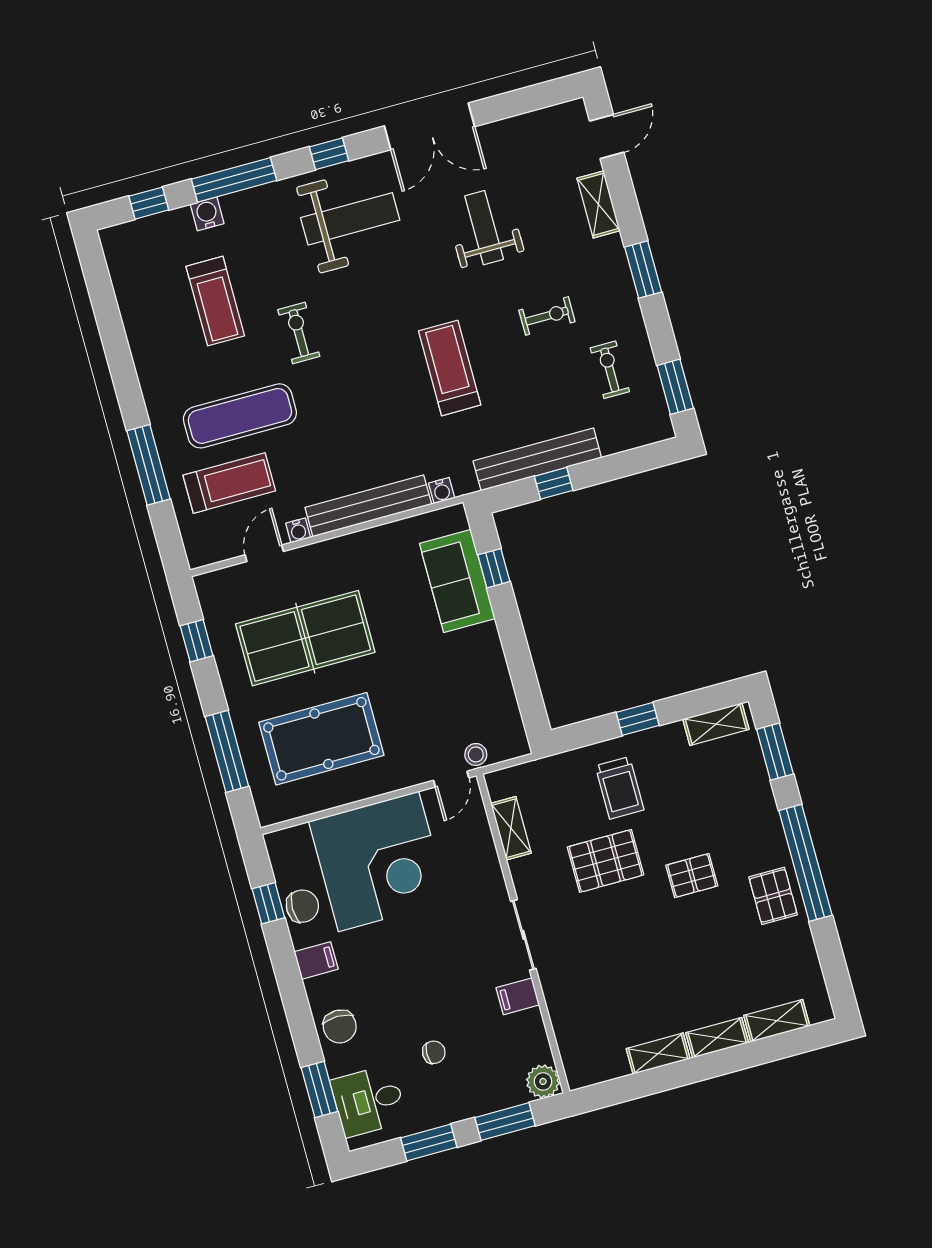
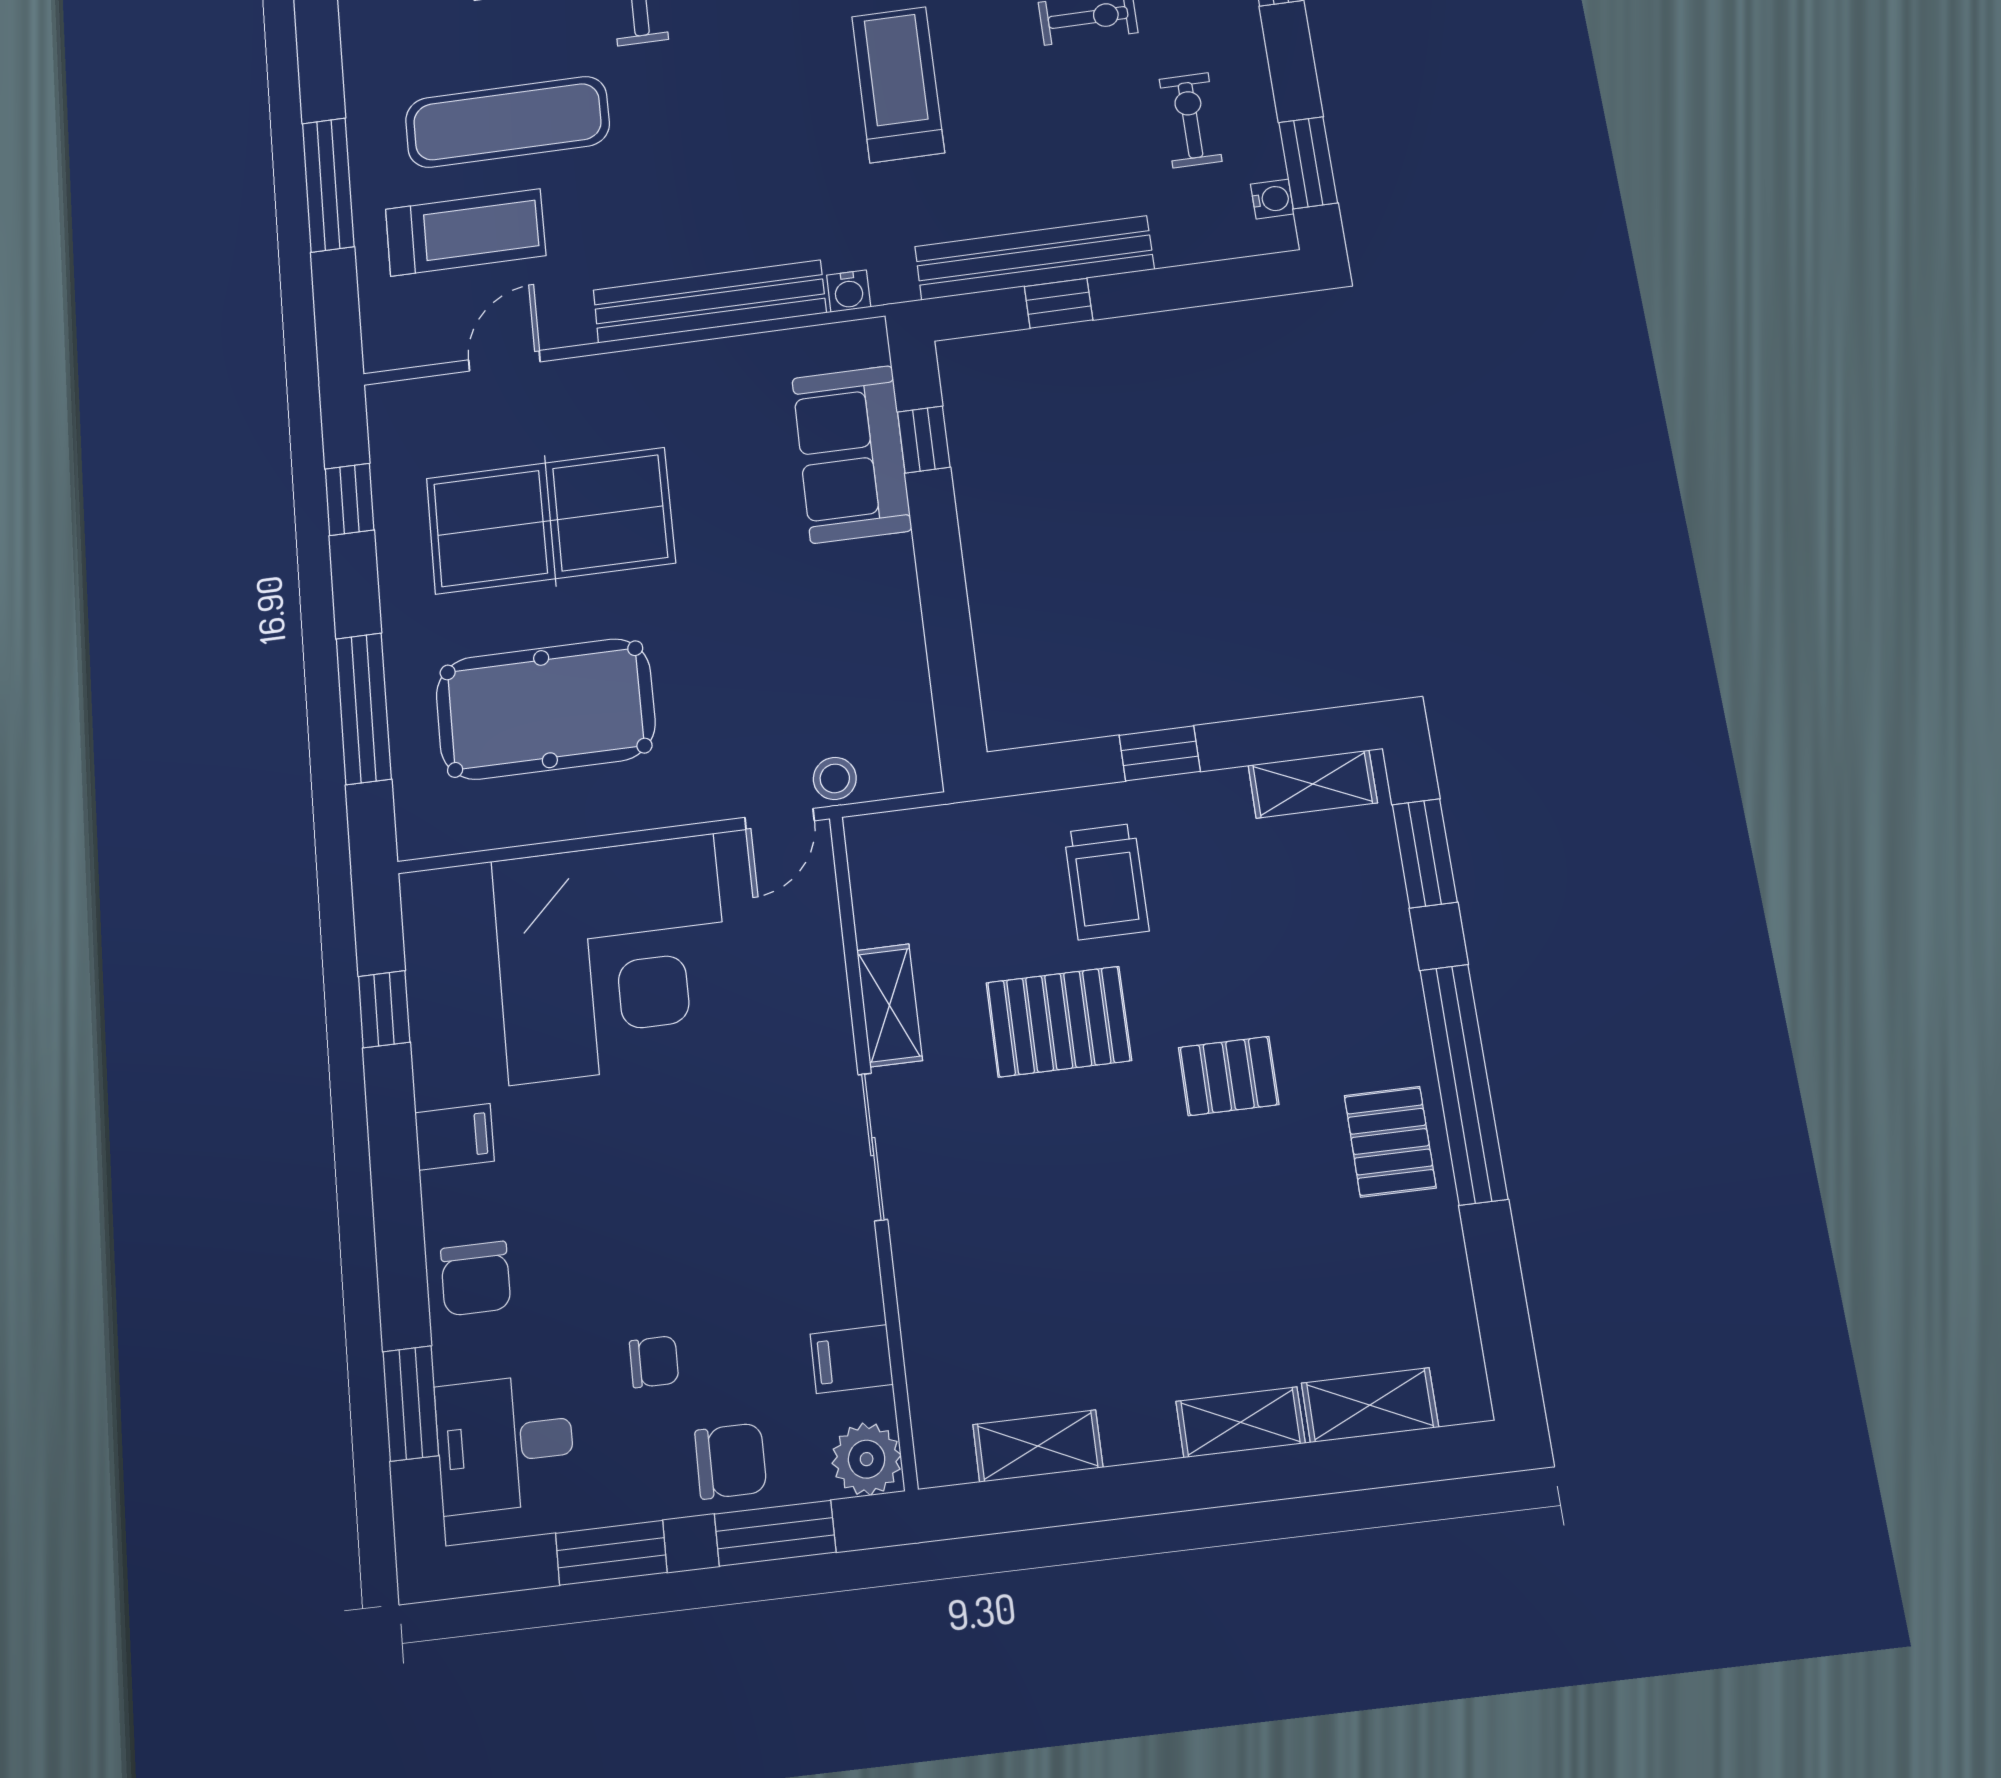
water cooler: (298, 530) -> (1272, 199), moved, turned -90
shelving: (511, 828) -> (890, 1005), moved
chair: (302, 906) -> (731, 1461), moved
filing cabinet: (518, 996) -> (852, 1359), moved
shelving: (658, 1054) -> (1038, 1446), moved

